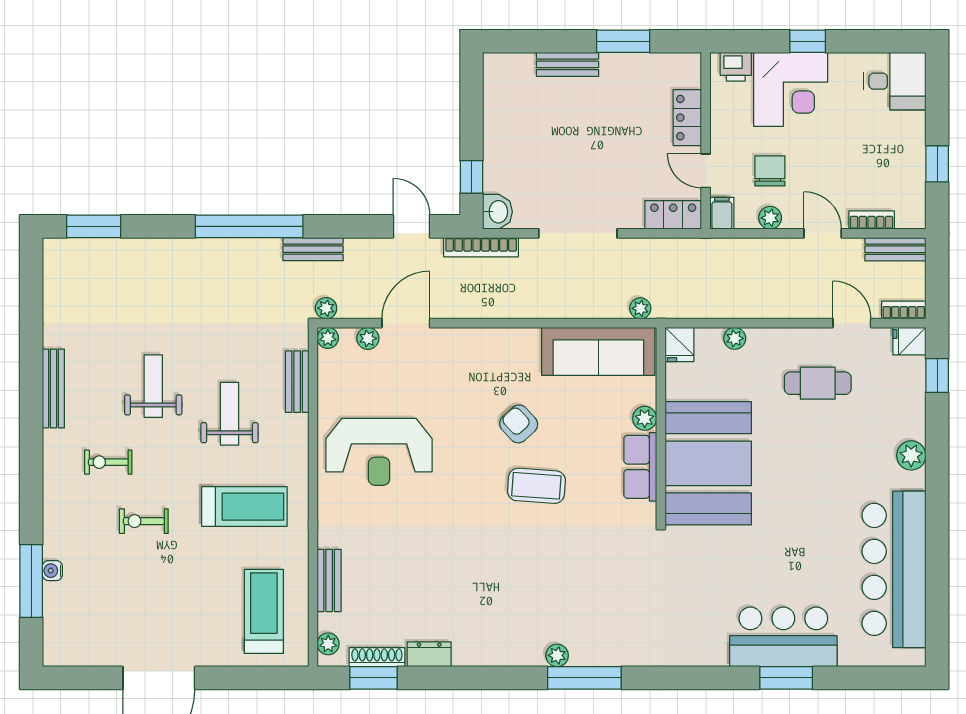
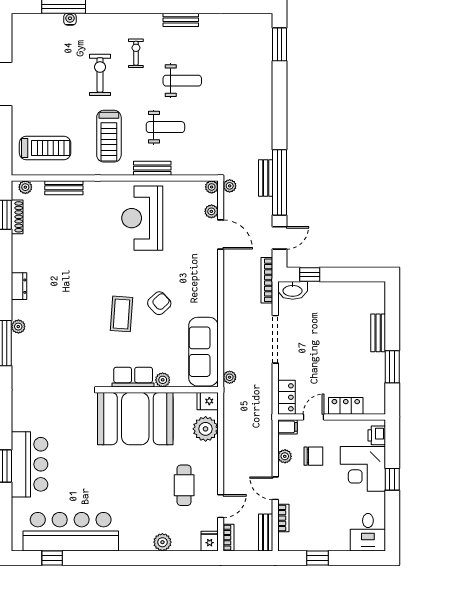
washbasin: (497, 212) -> (293, 290), width x1.38
window: (249, 226) -> (280, 182), moved
door: (823, 233) -> (275, 488), swing flipped
plant: (735, 338) -> (206, 429), width x1.88, depth x1.88
window: (937, 376) -> (52, 558), moved
bench: (297, 382) -> (152, 168), moved
bench: (53, 388) -> (181, 20), width x0.73
plant: (911, 455) -> (162, 542), moved
exercise bike: (144, 521) -> (100, 75), width x1.38, depth x1.39
dresser: (429, 654) -> (19, 286), moved

